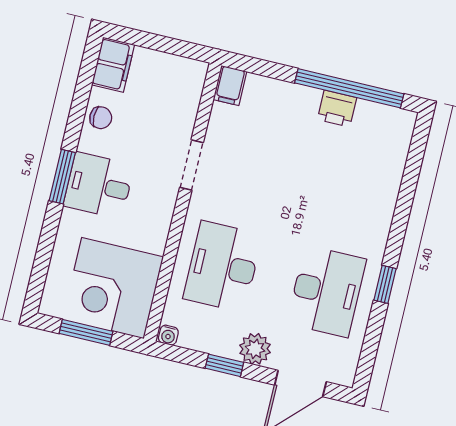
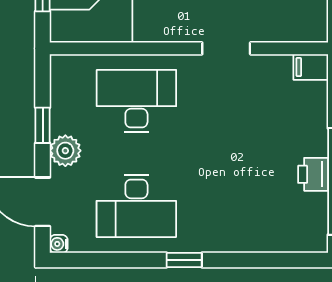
window: (385, 284) -> (184, 260), moved
water cooler: (168, 335) -> (59, 244), moved

